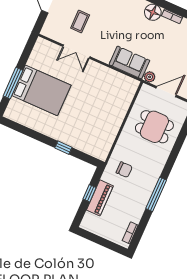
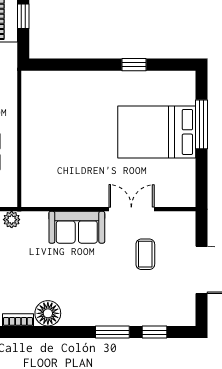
sofa: (129, 62) -> (77, 227), moved
window: (63, 148) -> (134, 65), moved

